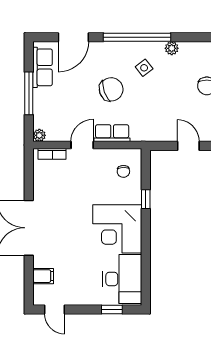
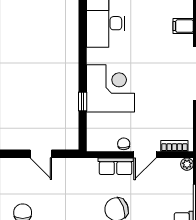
chair: (123, 171) -> (124, 144), moved
corner desk: (117, 229) -> (111, 88), moved

